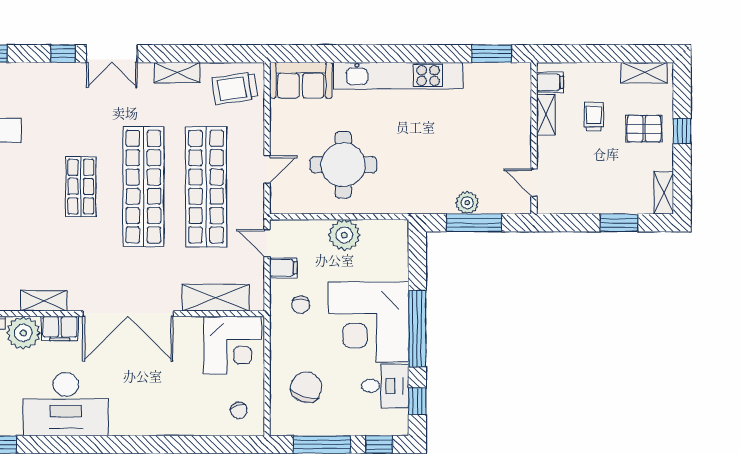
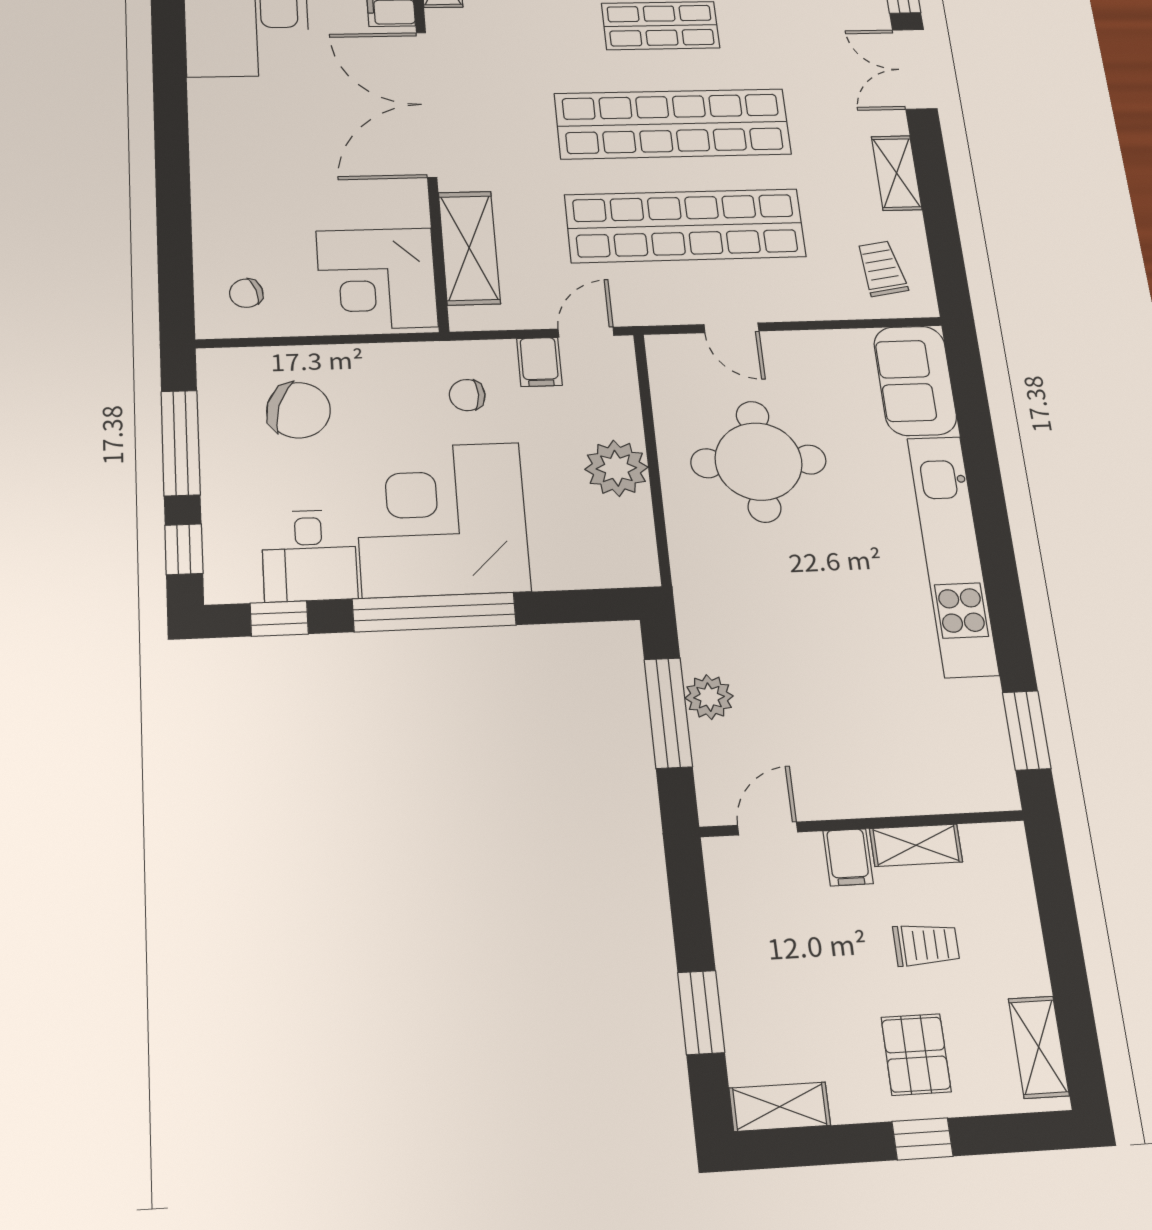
filing cabinet: (550, 82) -> (848, 857), moved
trolley: (235, 88) -> (882, 269), width x0.73, depth x0.72

